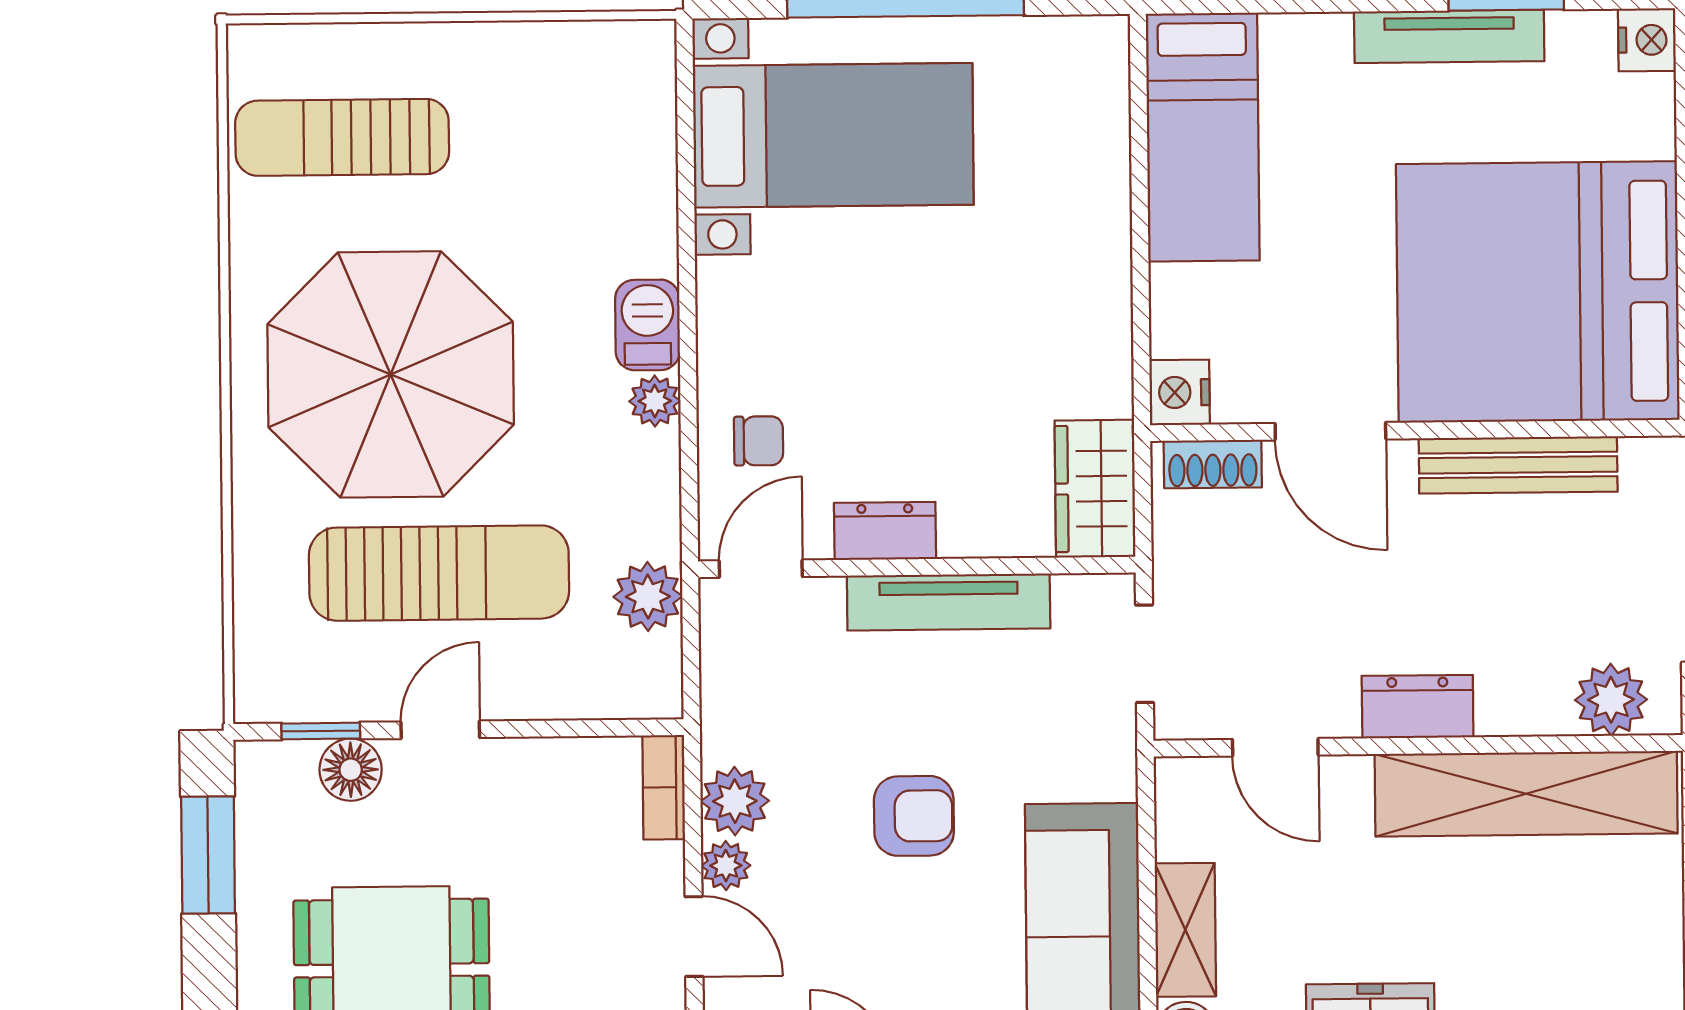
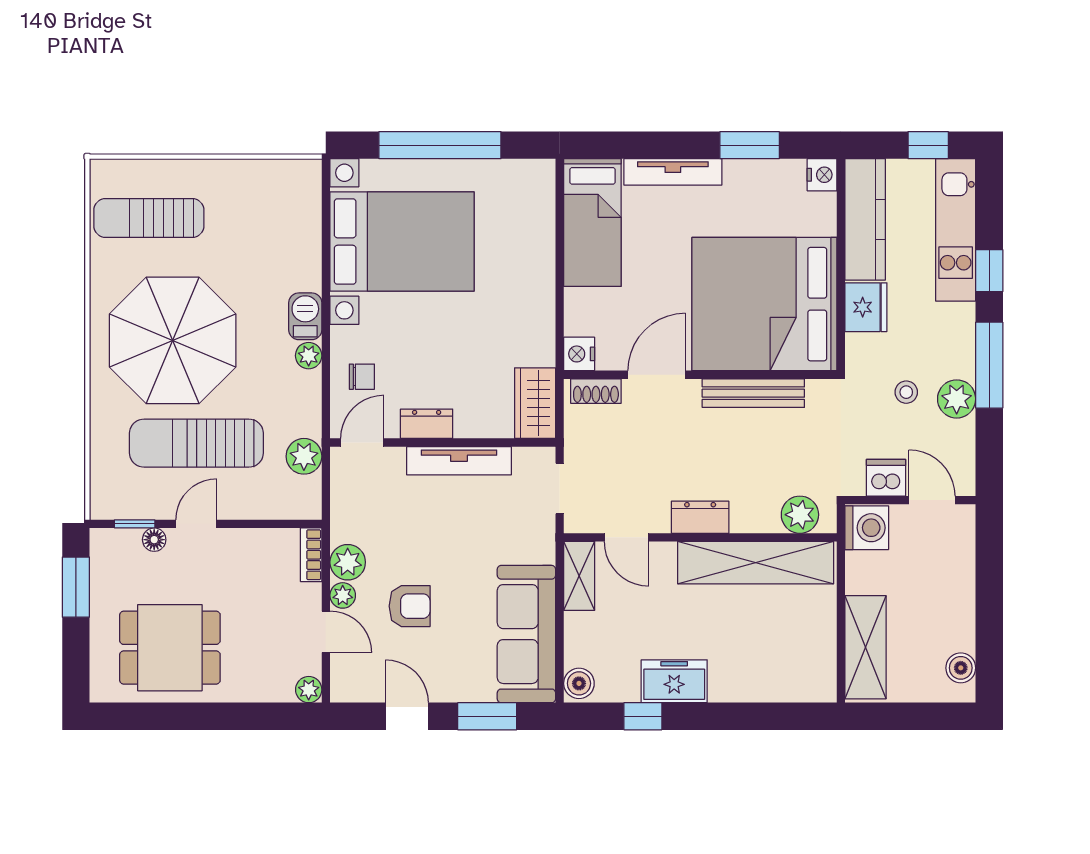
tv unit: (1449, 36) -> (673, 172), moved
bed with nightstands: (833, 135) -> (402, 242), width x1.36
door: (1330, 431) -> (657, 375), swing flipped
sun lounger: (439, 573) -> (196, 443), turned 180
floor lamp: (351, 770) -> (154, 540), width x0.73, depth x0.73
armchair: (914, 816) -> (410, 606), moved
shelving: (1185, 930) -> (579, 576), moved

